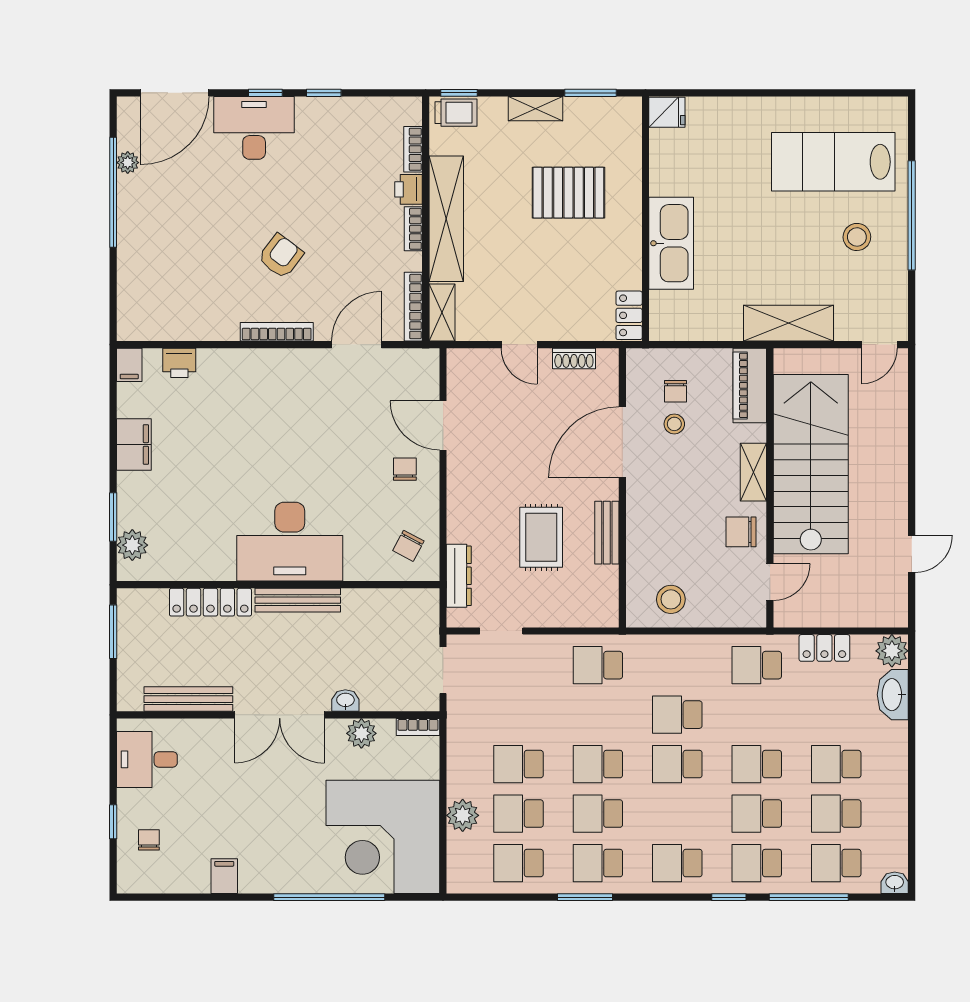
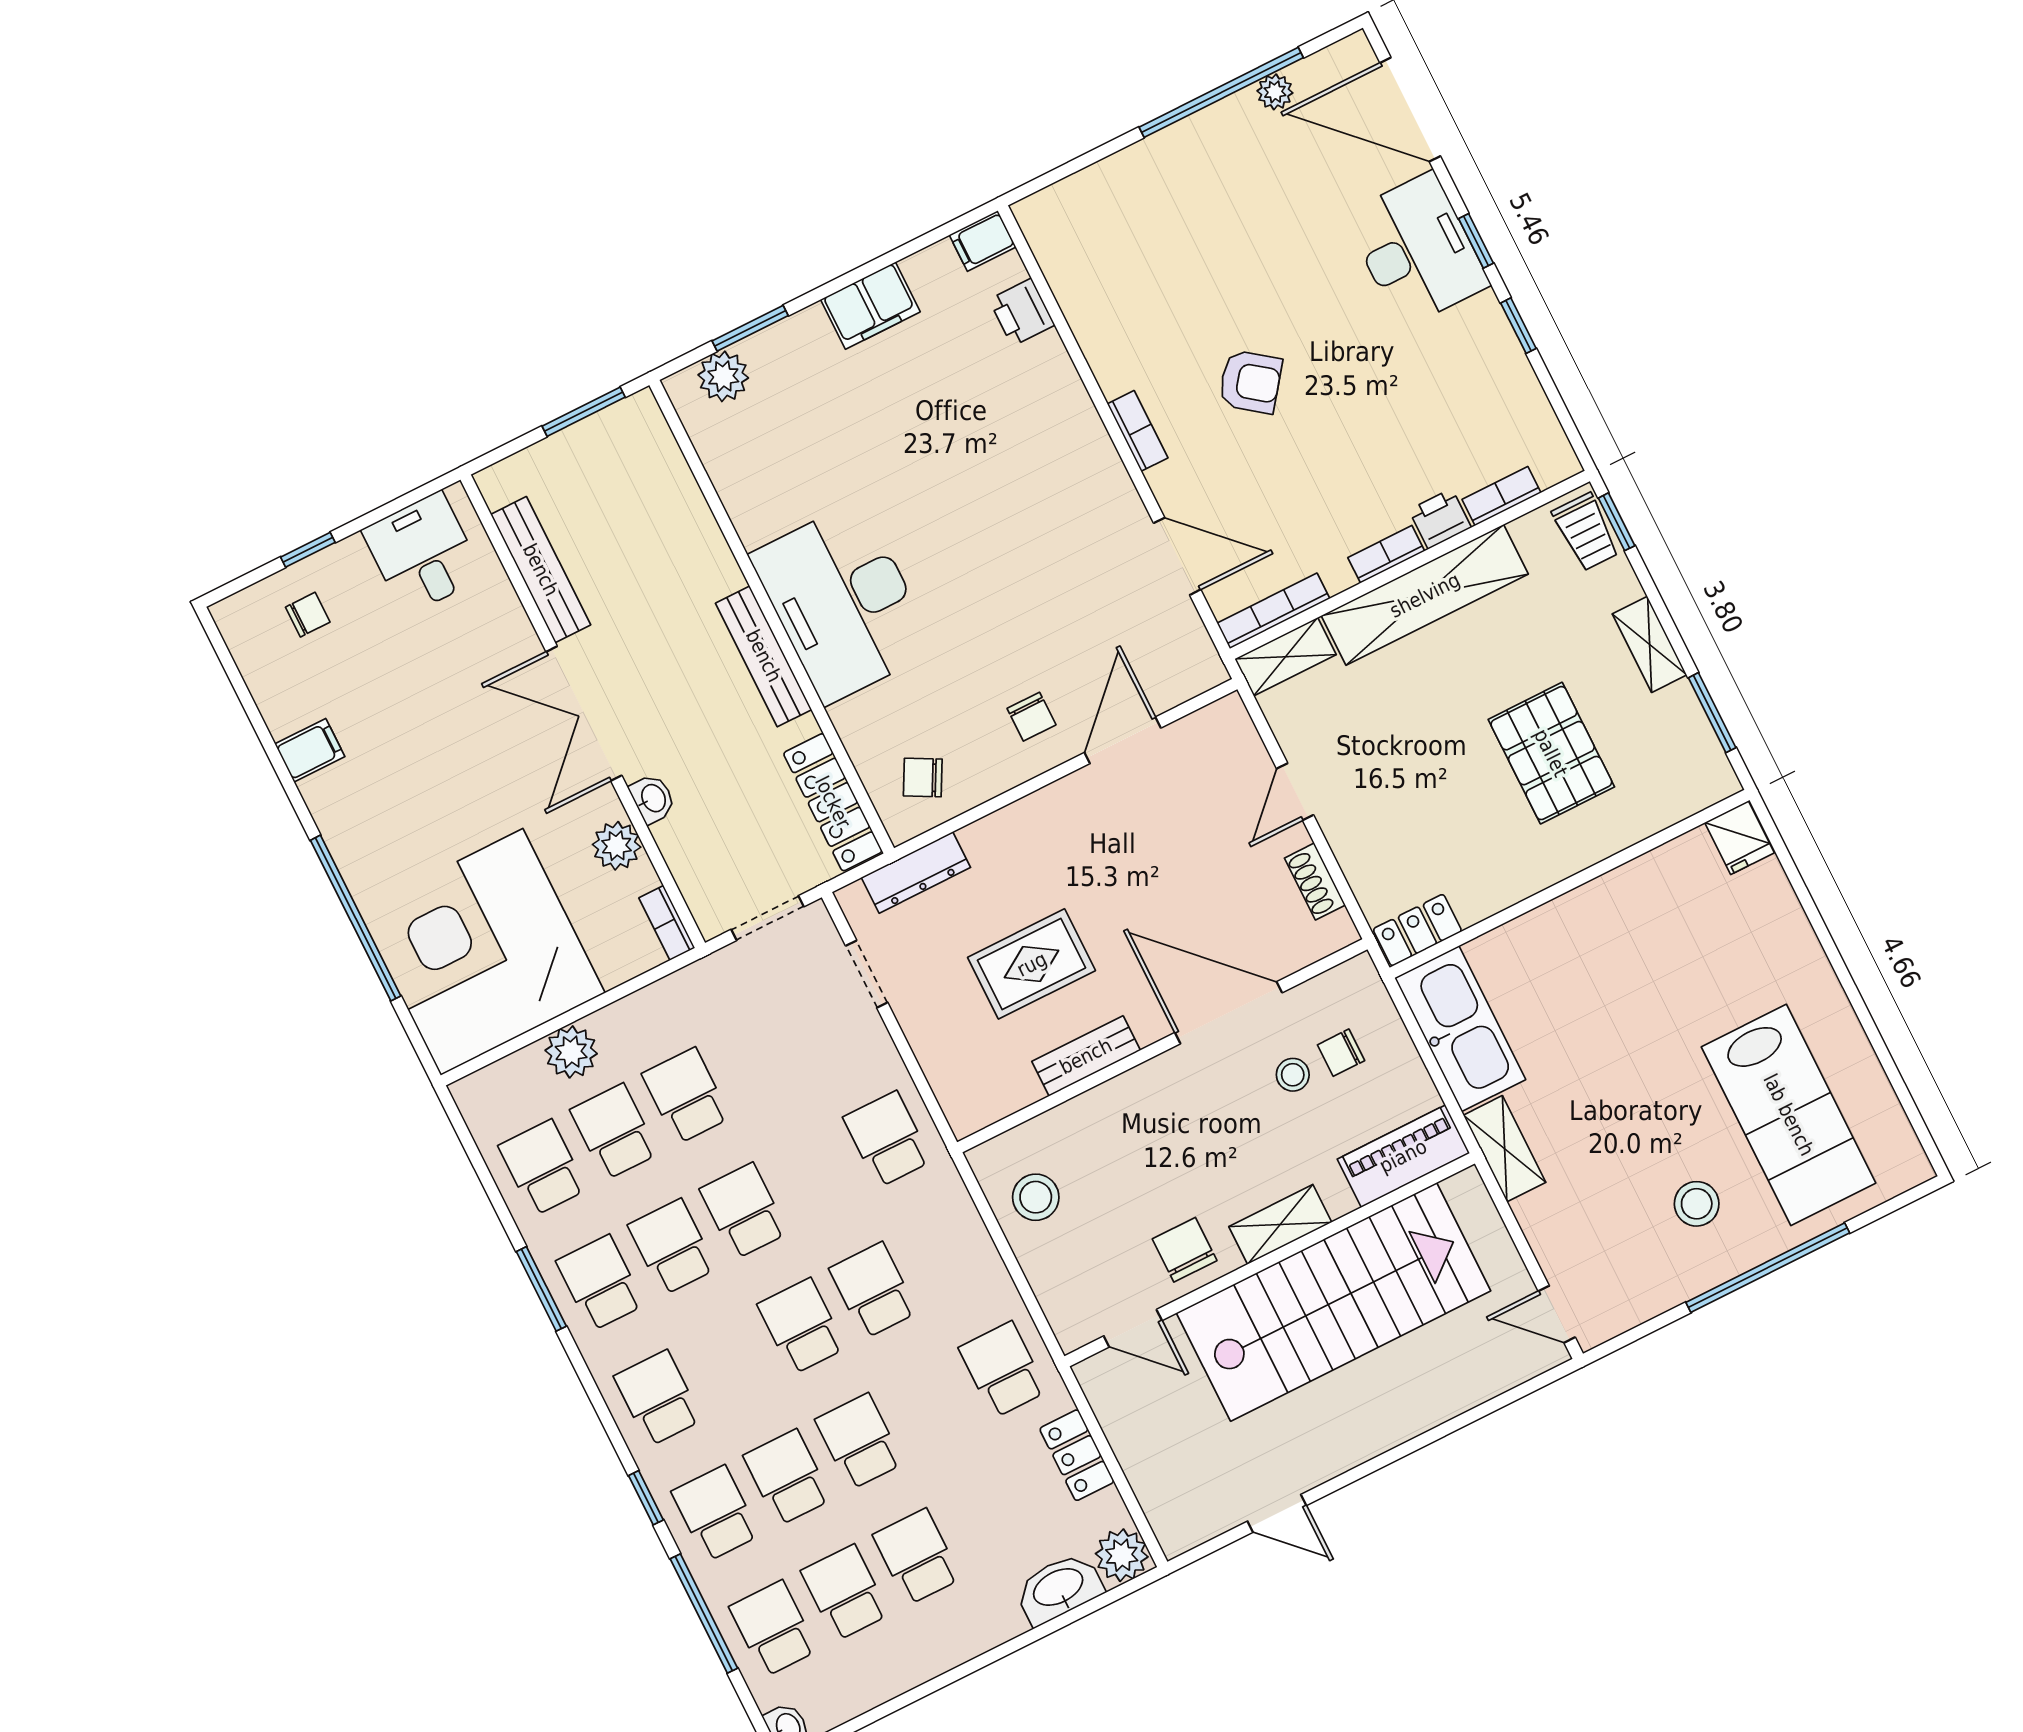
lab bench: (833, 162) -> (1789, 1115), turned 180
kitchen sink: (671, 243) -> (1460, 1029), moved, turned -90
shelving: (789, 323) -> (1505, 1149), width x0.67, depth x0.75
bookcase: (277, 332) -> (1138, 431), width x0.64
chair: (405, 469) -> (1031, 717), turned 90
locker: (210, 602) -> (833, 802), moved

